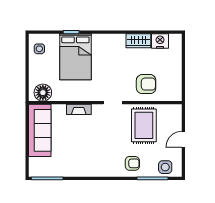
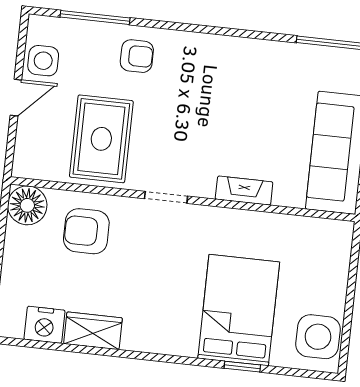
side table: (39, 49) -> (318, 337), width x1.87, depth x1.87
floor lamp: (43, 93) -> (27, 205), moved
armchair: (132, 163) -> (137, 56), turned 180
side table: (165, 167) -> (43, 61), moved

